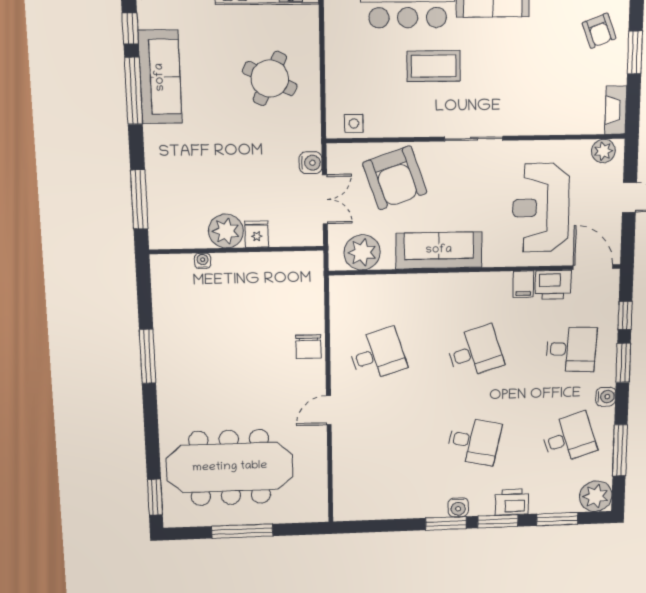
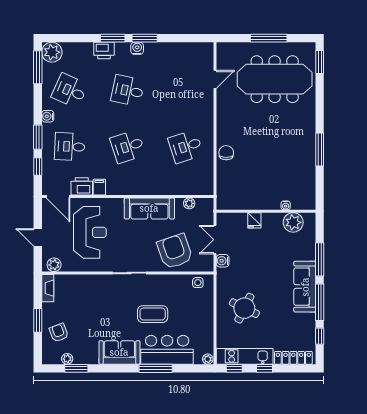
sofa: (160, 77) -> (305, 287), moved
window: (139, 200) -> (320, 259), moved
plant: (226, 231) -> (293, 222), moved
plant: (362, 252) -> (189, 203), width x0.53, depth x0.53
door: (329, 410) -> (215, 79), moved
desk: (569, 438) -> (70, 91), turned 42
window: (620, 450) -> (38, 67), moved
window: (557, 519) -> (75, 38), removed

